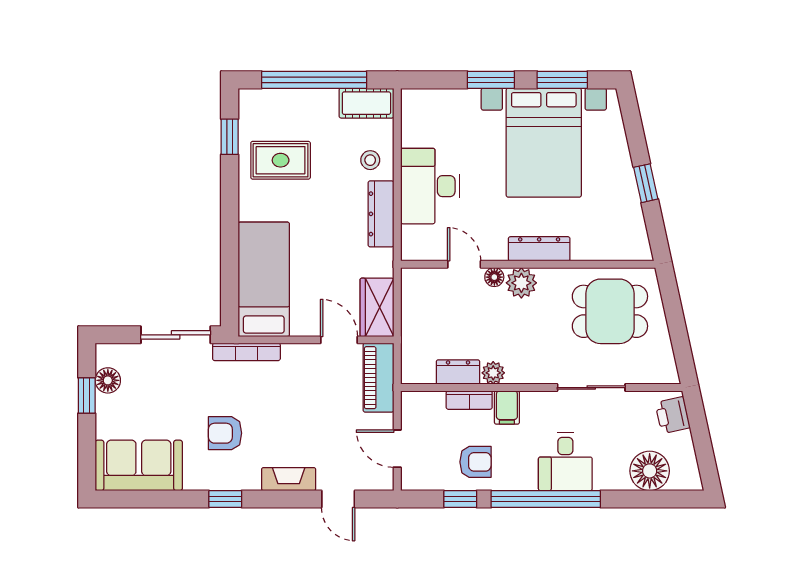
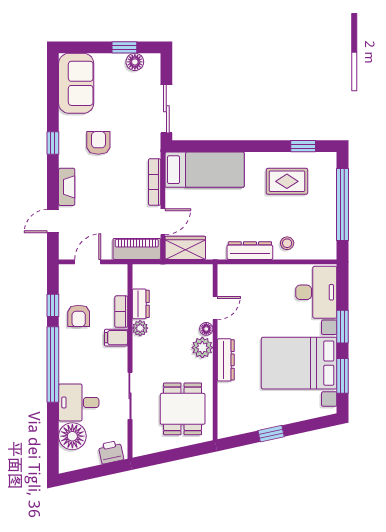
cot: (366, 103) -> (326, 241), removed
rug: (281, 160) -> (287, 181), turned 90
desk: (430, 186) -> (316, 292), moved, turned 90
bookcase: (246, 352) -> (155, 182), moved
desk: (565, 462) -> (79, 402), moved

